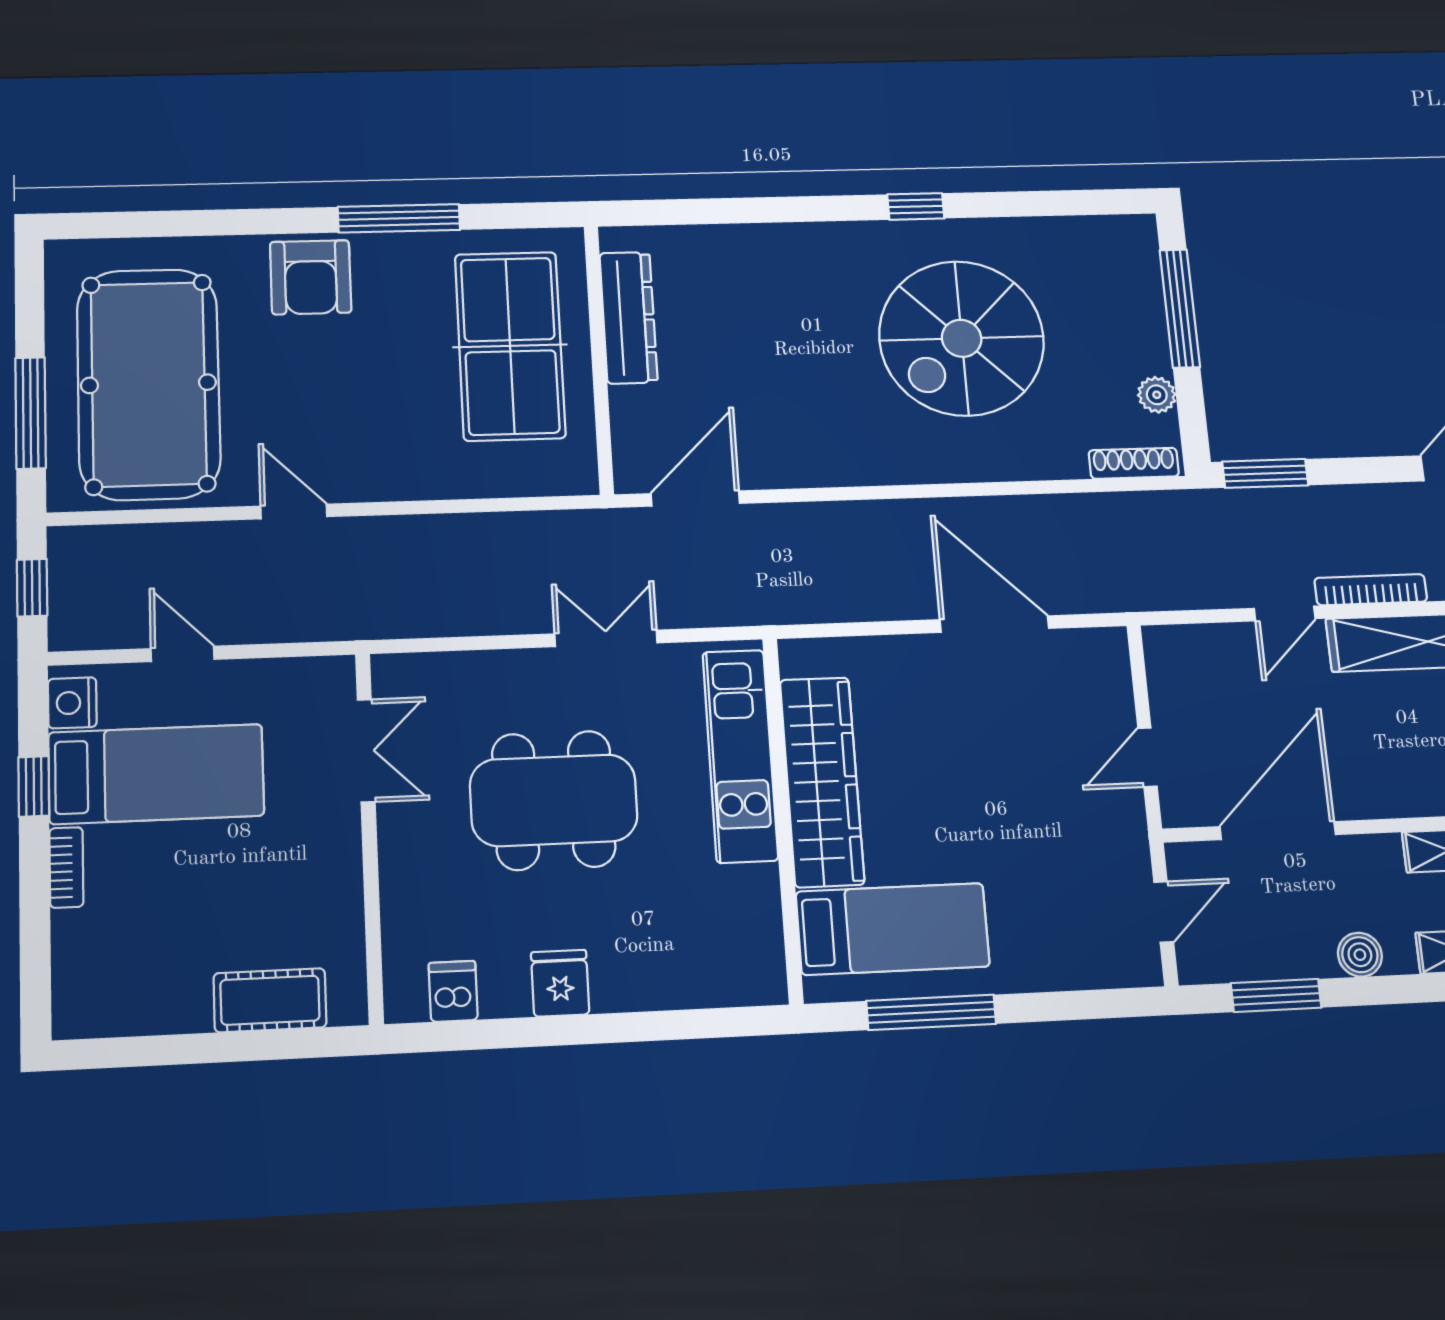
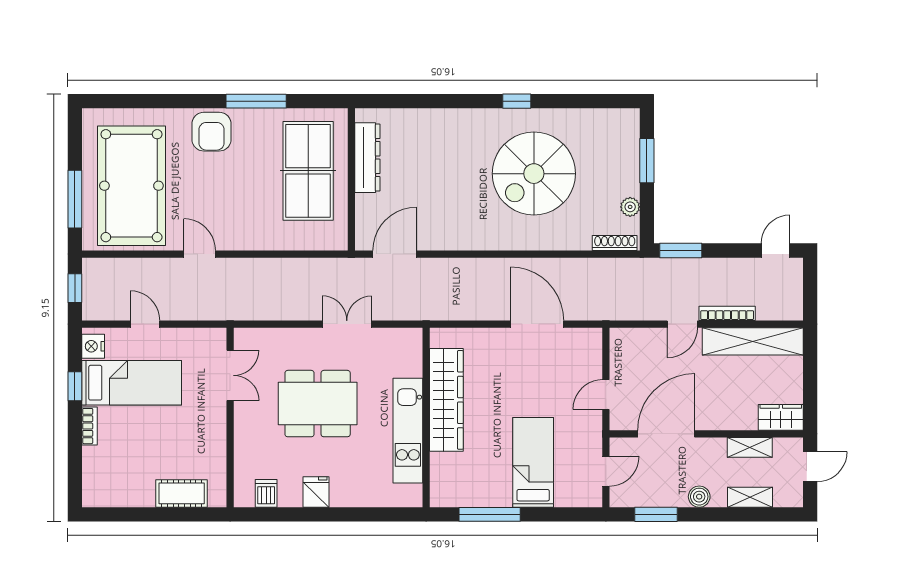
window: (1180, 308) -> (647, 161), width x0.69
kitchen unit: (740, 756) -> (408, 431), moved
bed: (893, 929) -> (533, 462), moved, turned -90

